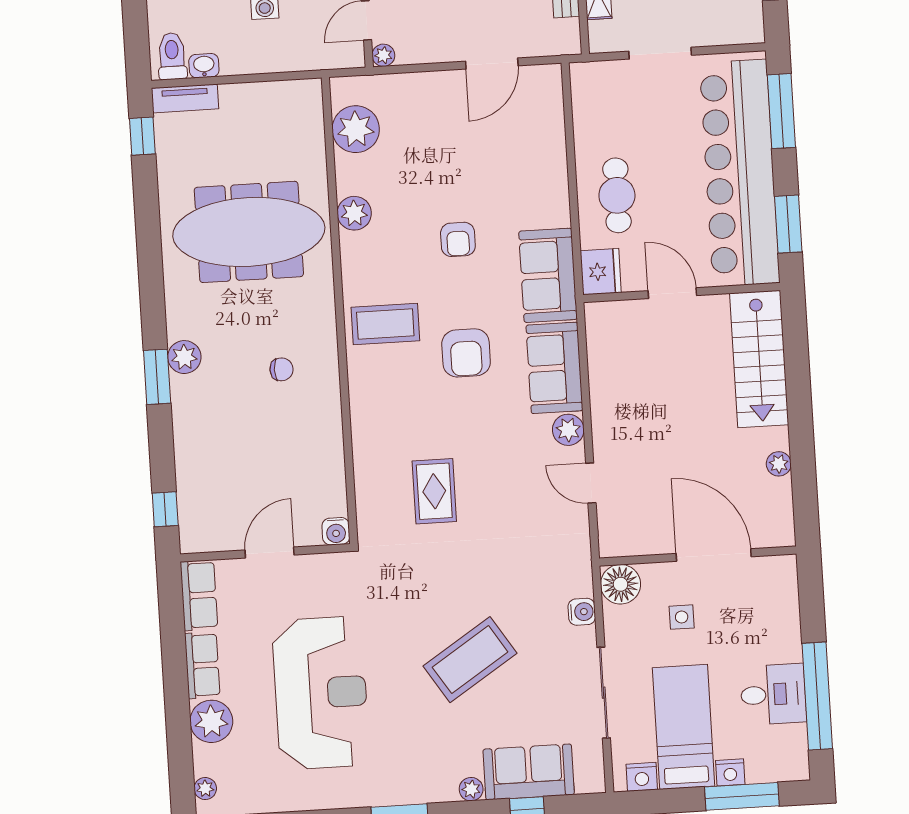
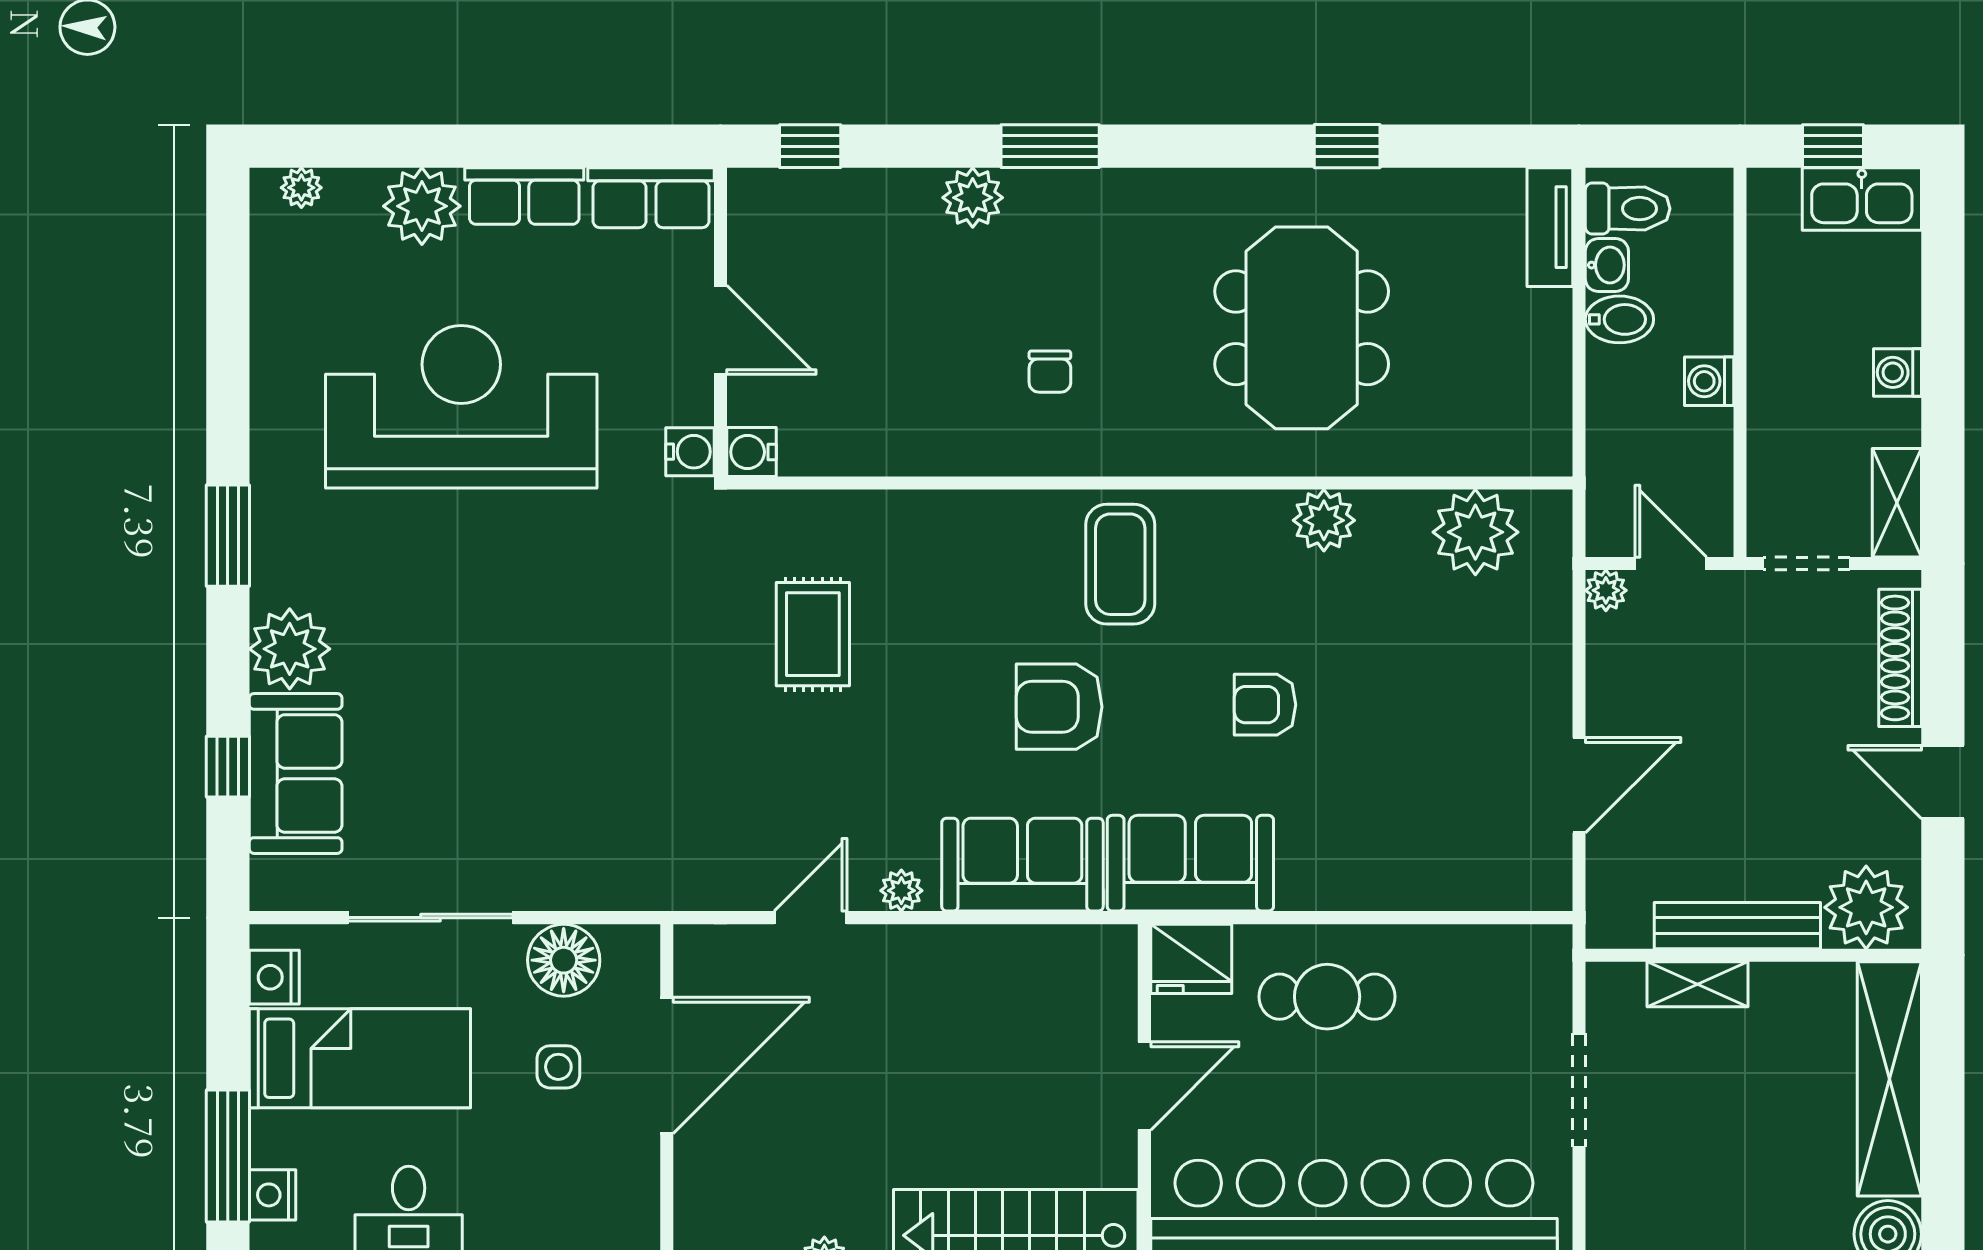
bidet: (233, 57) -> (1619, 319), added
door: (492, 64) -> (1579, 785), swing flipped
window: (142, 136) -> (1347, 146), moved
meeting table: (249, 232) -> (1302, 328), width x0.73
plant: (184, 357) -> (973, 198), moved
plant: (568, 430) -> (901, 891), width x0.73, depth x0.73
rug: (434, 491) -> (813, 634), turned 90
door: (714, 555) -> (667, 1065), moved
floor lamp: (621, 584) -> (564, 960), moved
water cooler: (582, 612) -> (690, 452), moved, turned -90
coffee table: (470, 660) -> (505, 680), removed
reception desk: (321, 693) -> (461, 407), turned 180
nightstand: (730, 772) -> (273, 1195), moved
plant: (471, 789) -> (290, 649), width x1.87, depth x1.87

